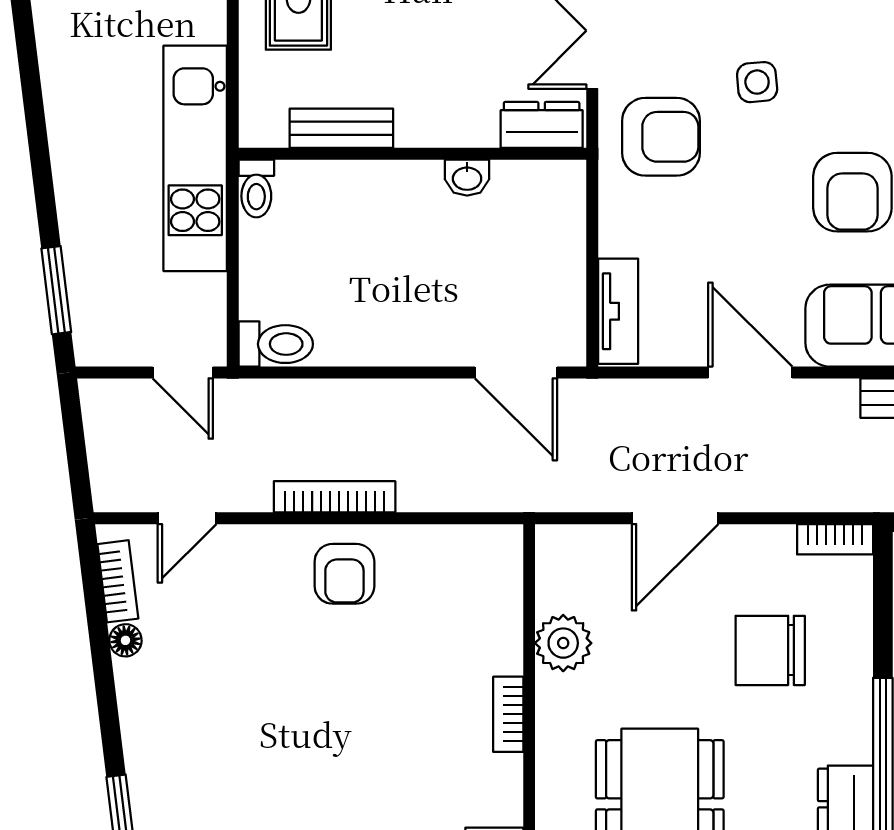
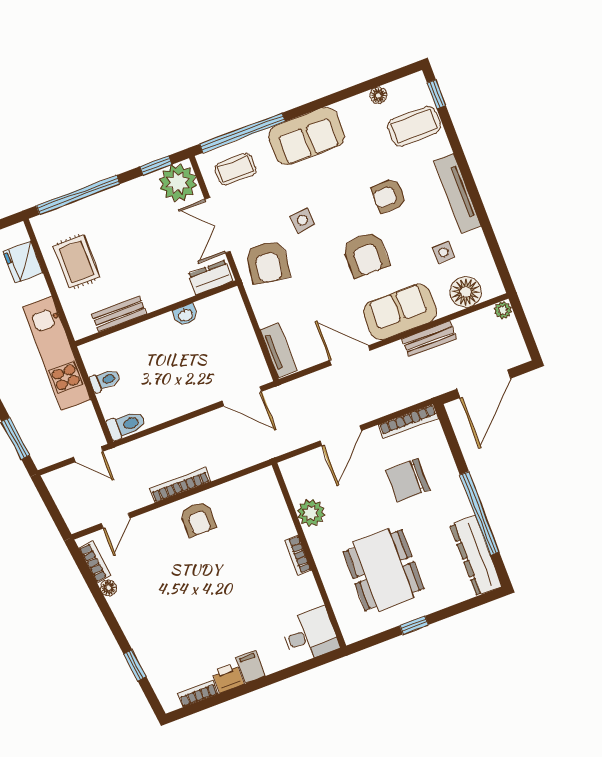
armchair: (661, 137) -> (268, 262), turned 99
toilet: (256, 189) -> (105, 380), moved, turned -90
bookcase: (835, 539) -> (408, 421), width x1.56

